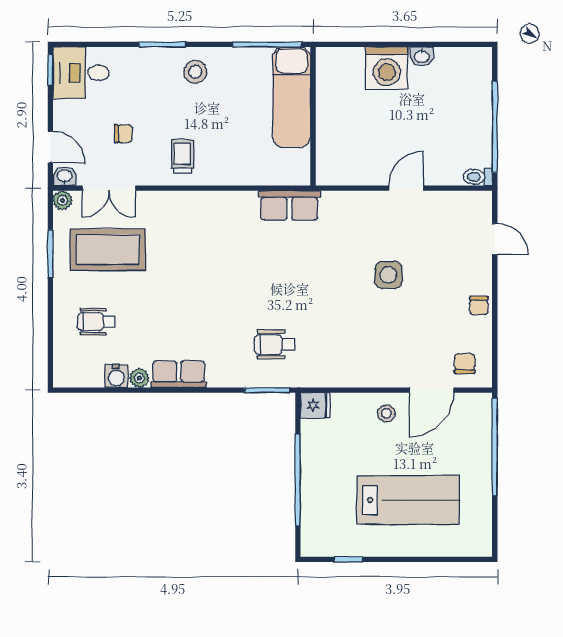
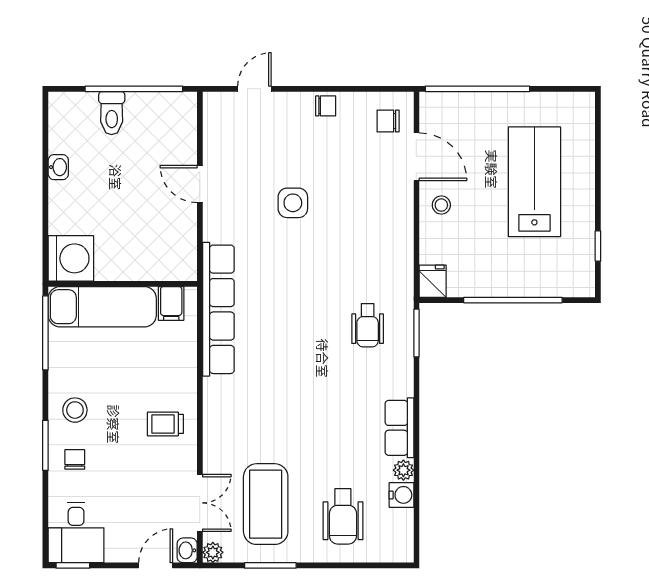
washing machine: (387, 68) -> (71, 258), moved
chair: (123, 134) -> (75, 459), moved
filing cabinet: (295, 162) -> (171, 303), added
toilet: (478, 177) -> (112, 113), moved, width x1.37, depth x1.39
row of seats: (289, 206) -> (218, 309), width x2.02
wheelchair: (96, 322) -> (343, 516), width x1.36, depth x1.37

